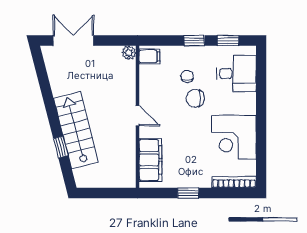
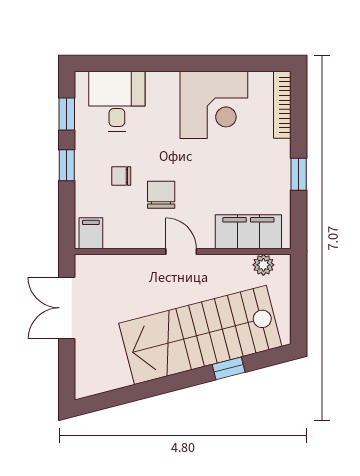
double door: (73, 41) -> (67, 308), moved
plant: (129, 53) -> (263, 265), moved
chair: (195, 98) -> (161, 195), moved, turned 180
door: (138, 116) -> (181, 251), hinge flipped
stairs: (76, 130) -> (200, 335), width x1.36, depth x1.51

